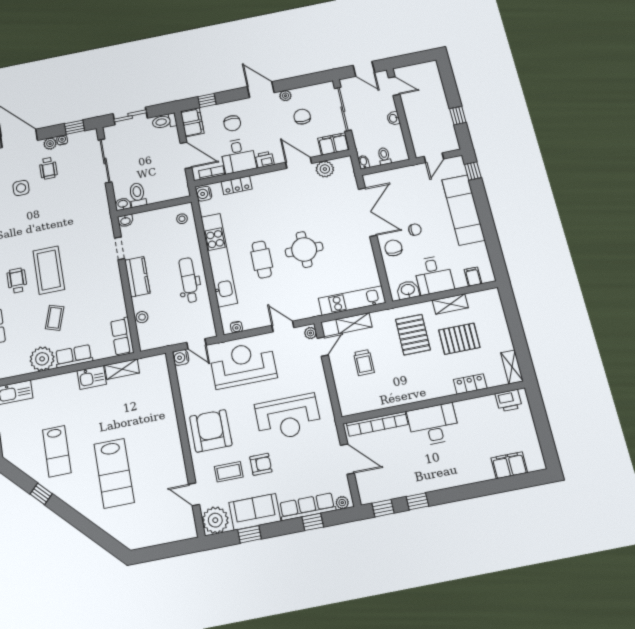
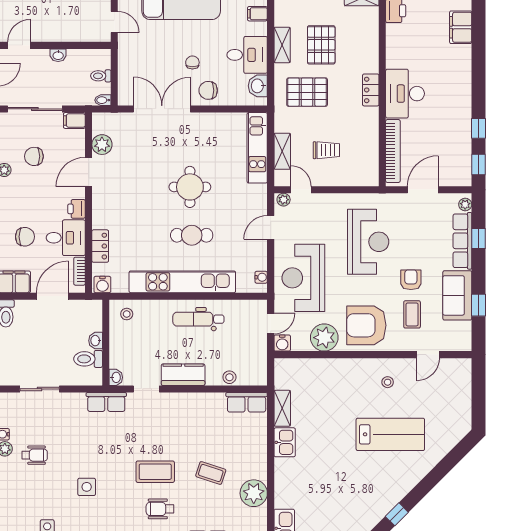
filing cabinet: (333, 144) -> (74, 121), width x0.50
sliding door: (105, 161) -> (40, 389), width x0.73
side table: (21, 188) -> (87, 487), moved
washbasin: (123, 204) -> (96, 341), moved
coffee table: (49, 270) -> (155, 472), width x0.73, depth x0.76
row of seats: (74, 356) -> (106, 402), moved, turned -90
locker: (470, 384) -> (371, 90), moved
lab bench: (57, 451) -> (356, 491), removed
stool: (162, 461) -> (388, 382), added
plant: (215, 520) -> (324, 338), moved

